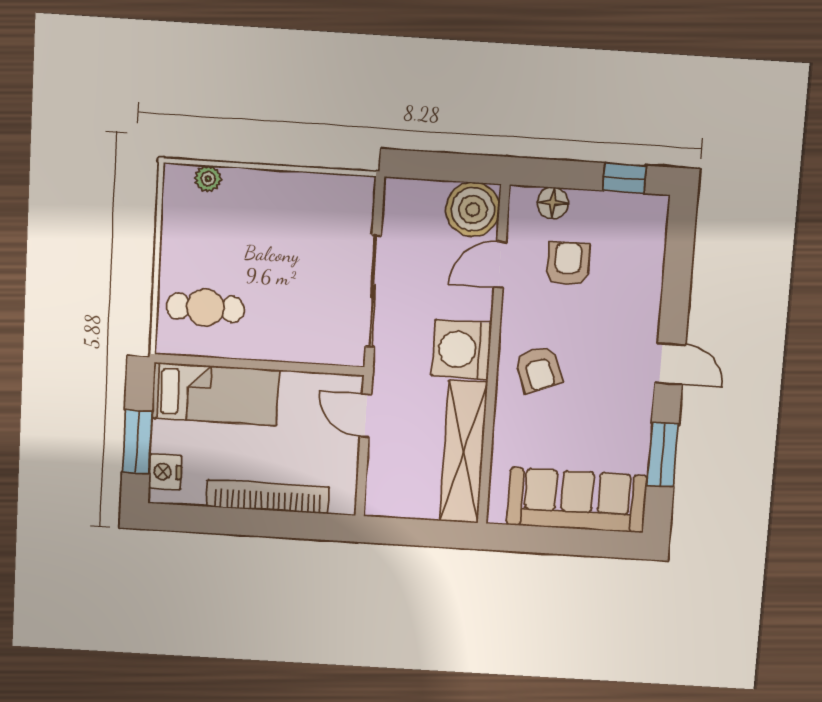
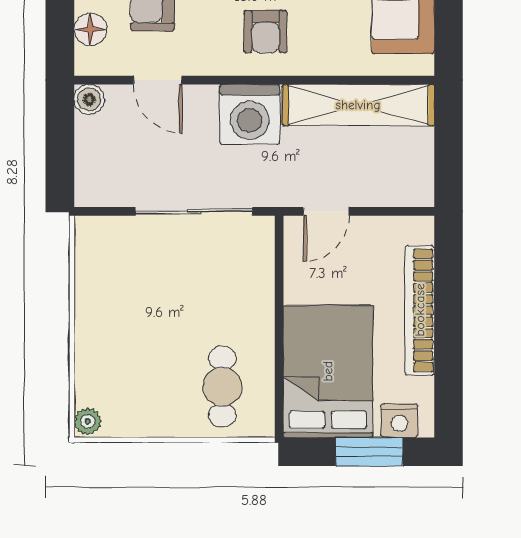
plant: (208, 179) -> (88, 421), moved
boiler: (473, 209) -> (89, 99), width x0.54, depth x0.54
armchair: (539, 369) -> (265, 32), turned 111
bed: (215, 394) -> (328, 371), width x1.50

